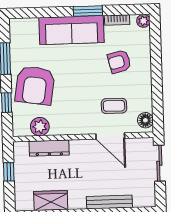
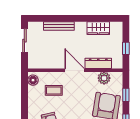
door: (110, 136) -> (75, 70), moved
sliding door: (159, 163) -> (24, 41), moved

